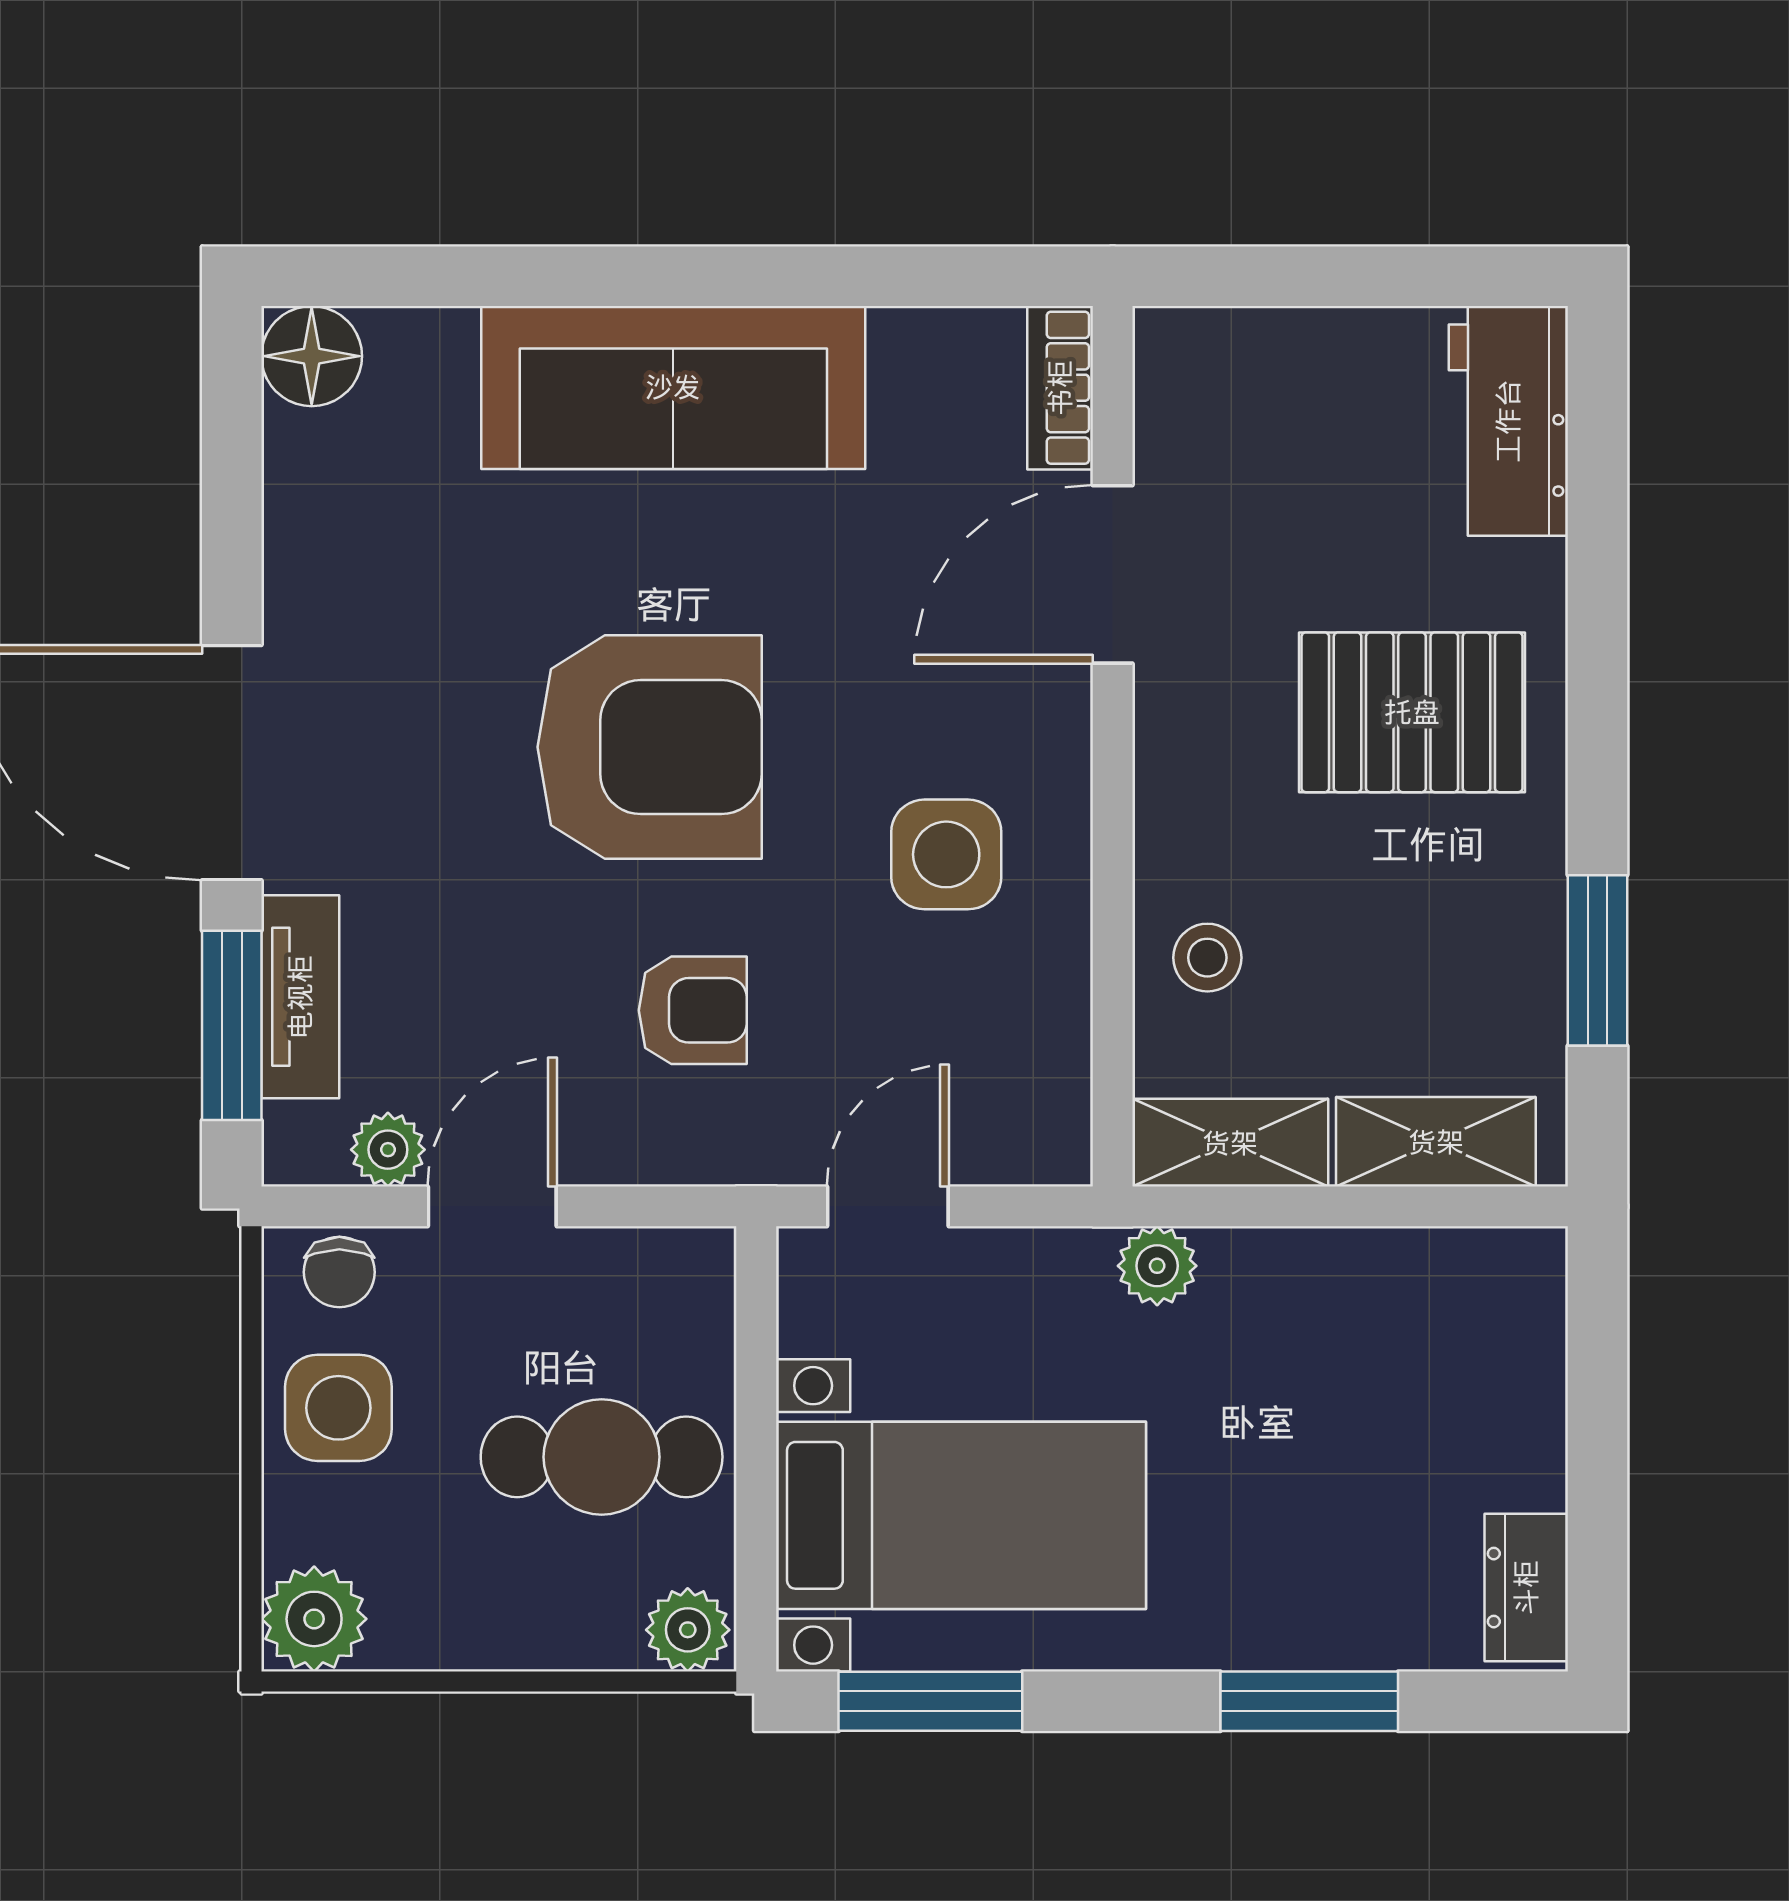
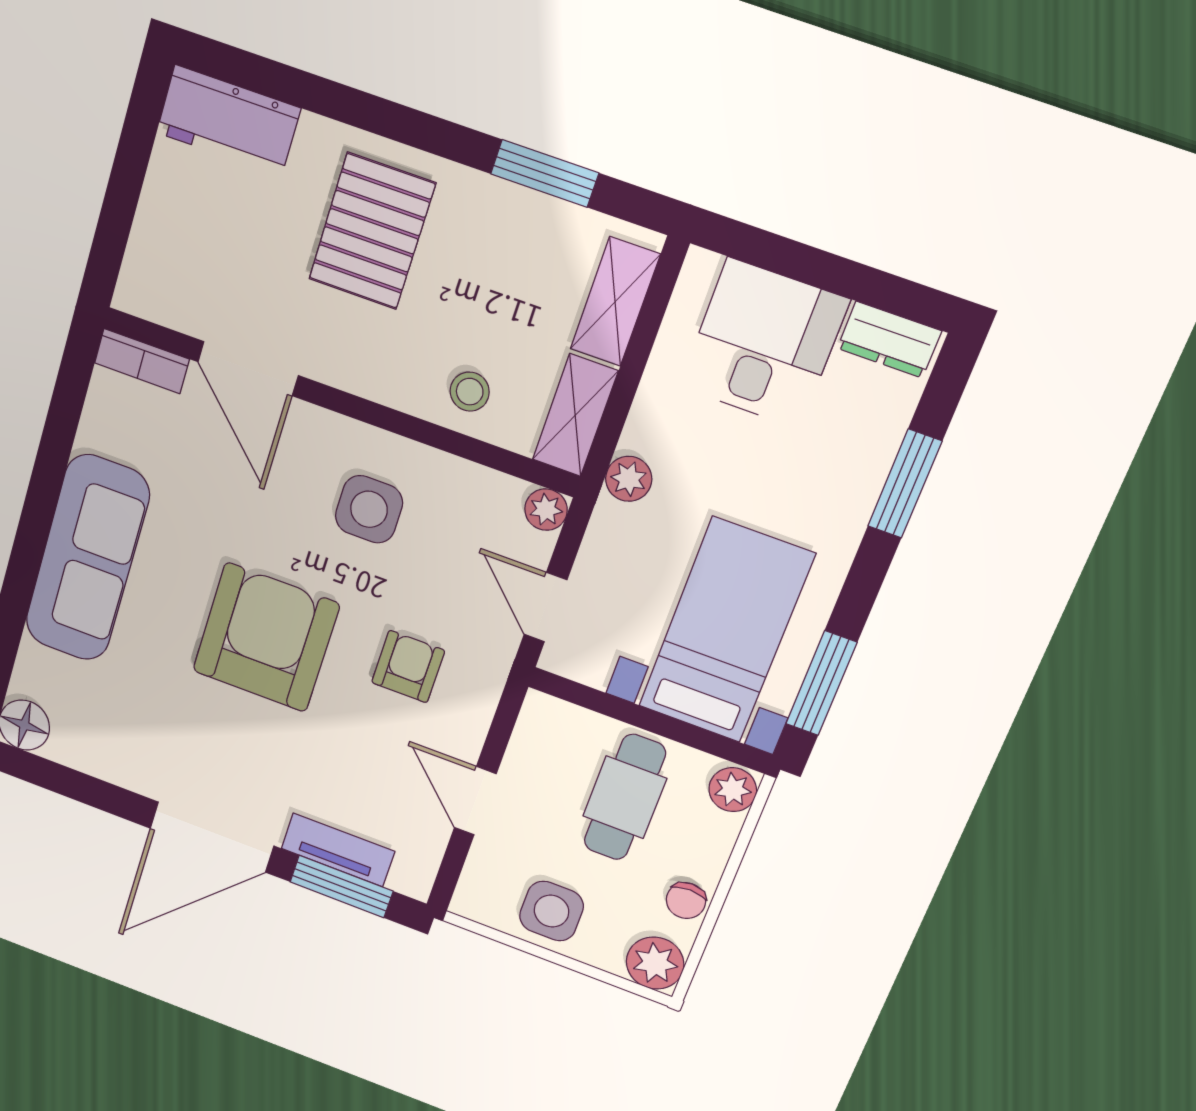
plant: (388, 1150) -> (546, 510), moved
chair: (339, 1272) -> (686, 901), moved, turned 90
desk: (1452, 1398) -> (764, 344), added

